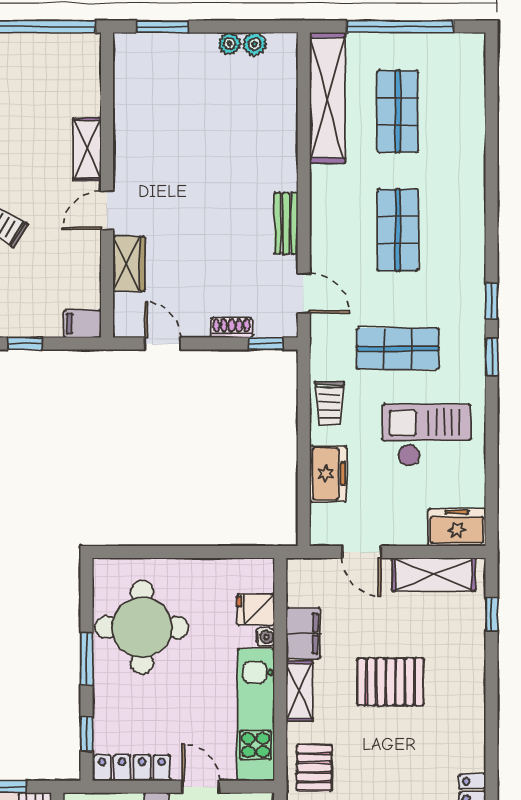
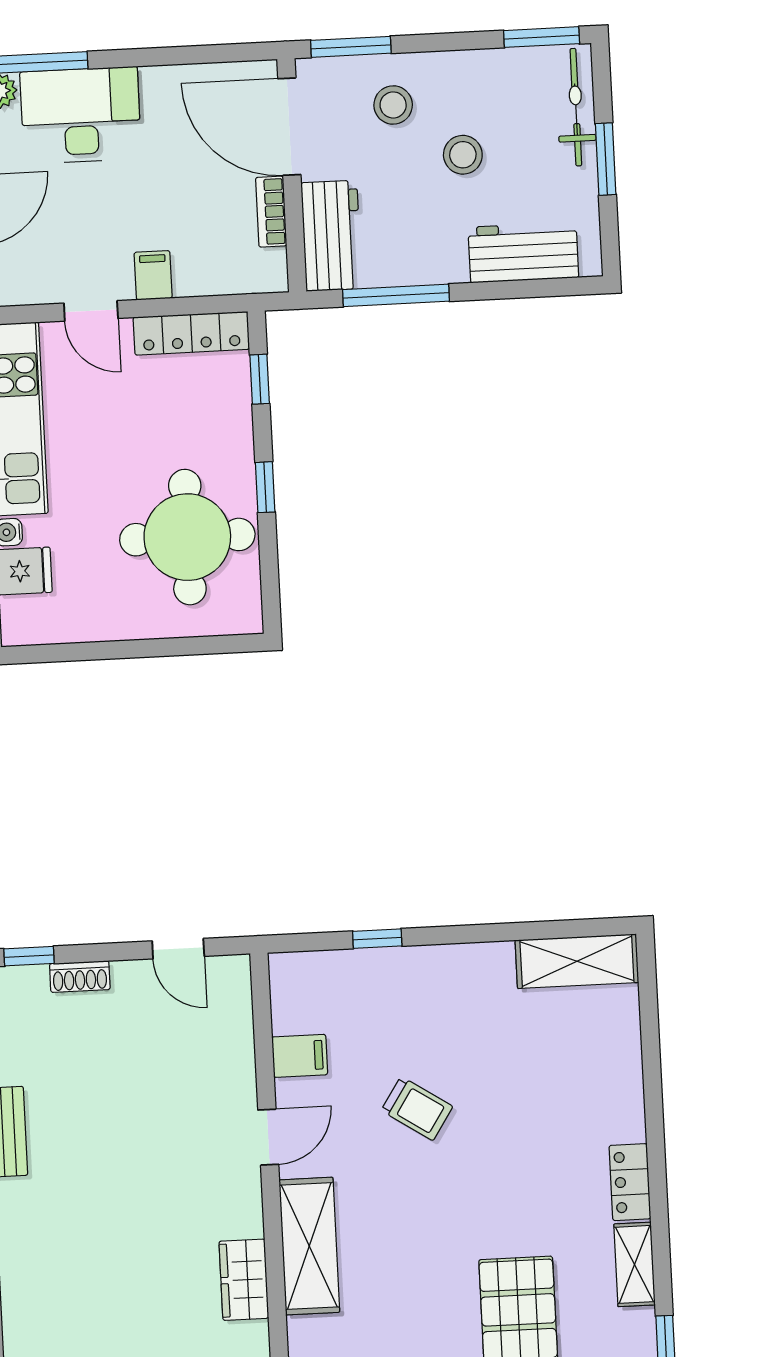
shelving: (87, 149) -> (309, 1246), width x1.50, depth x1.33
wardrobe: (129, 264) -> (244, 1280), moved
filing cabinet: (83, 324) -> (300, 1056), moved
window: (87, 659) -> (265, 487), width x0.67

